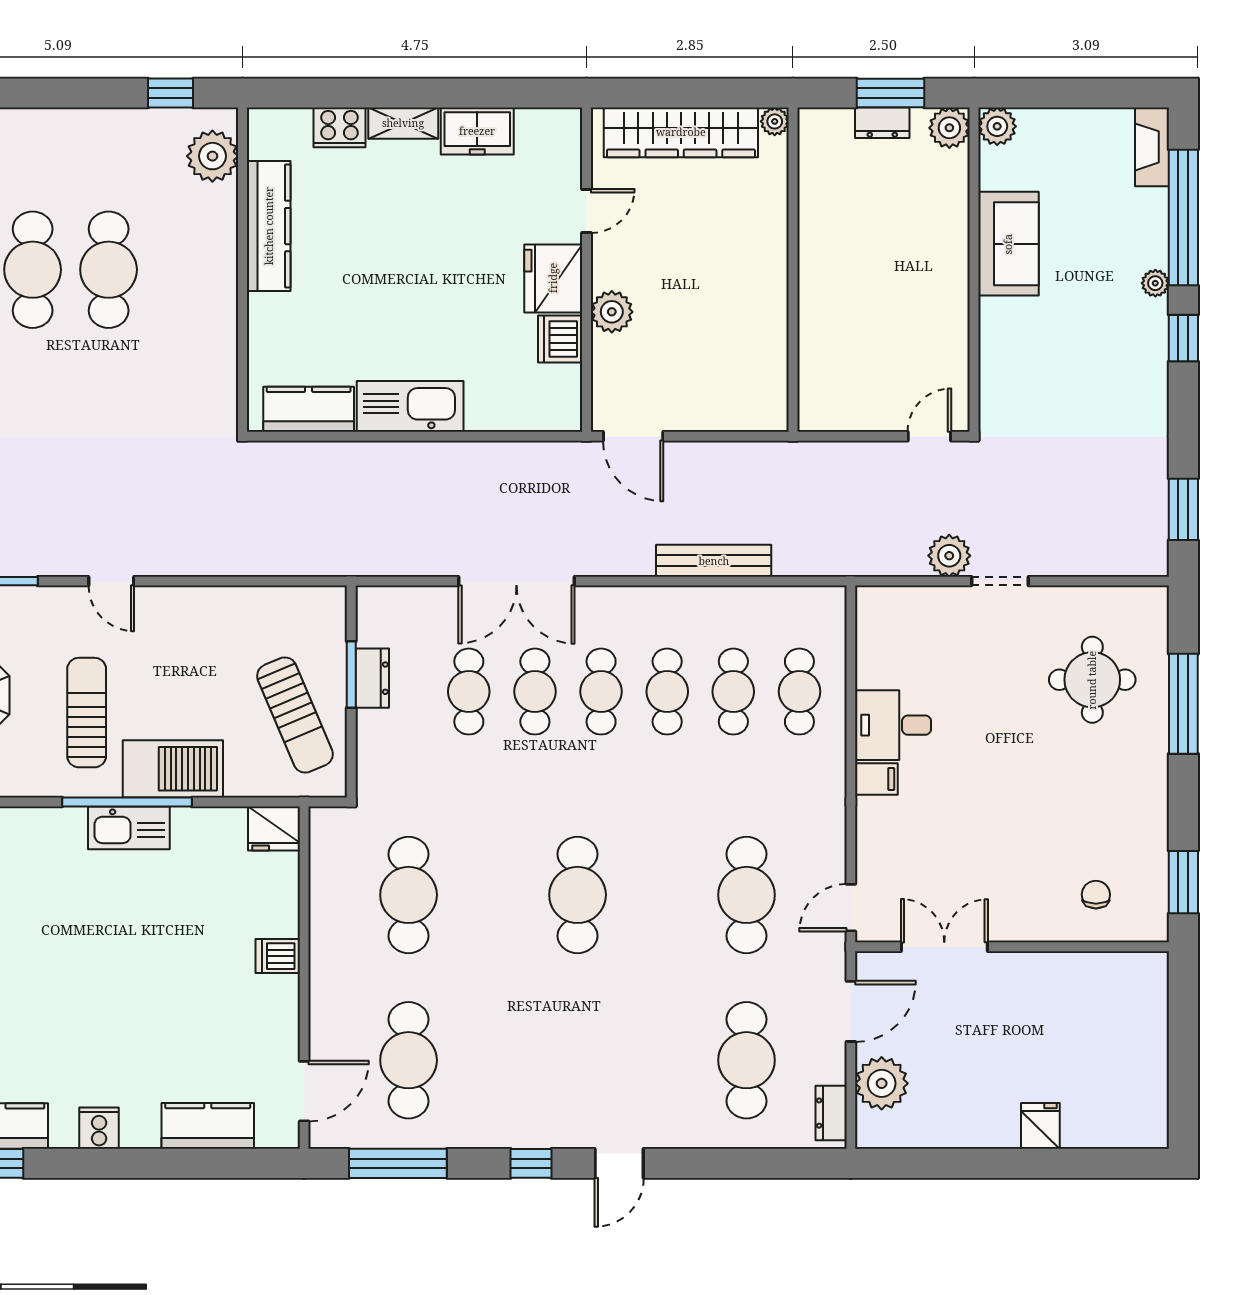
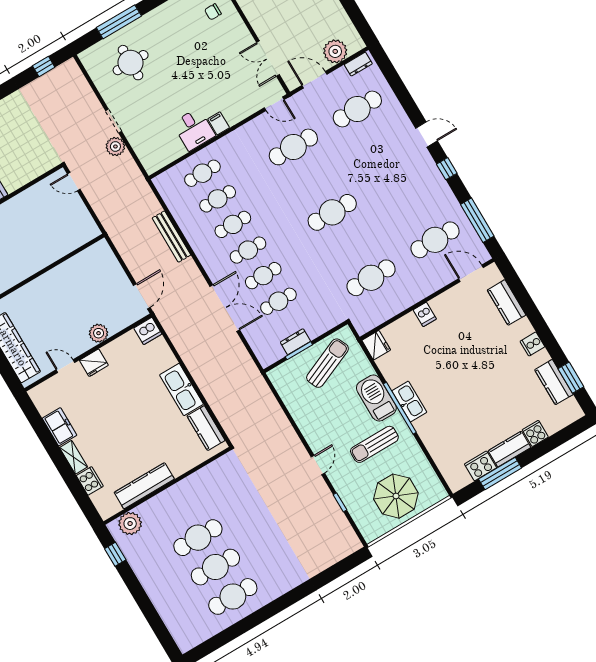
fridge: (553, 278) -> (94, 363), width x0.73, depth x0.75
dishwasher: (560, 339) -> (148, 331), moved
window: (1183, 509) -> (44, 67), width x0.67

